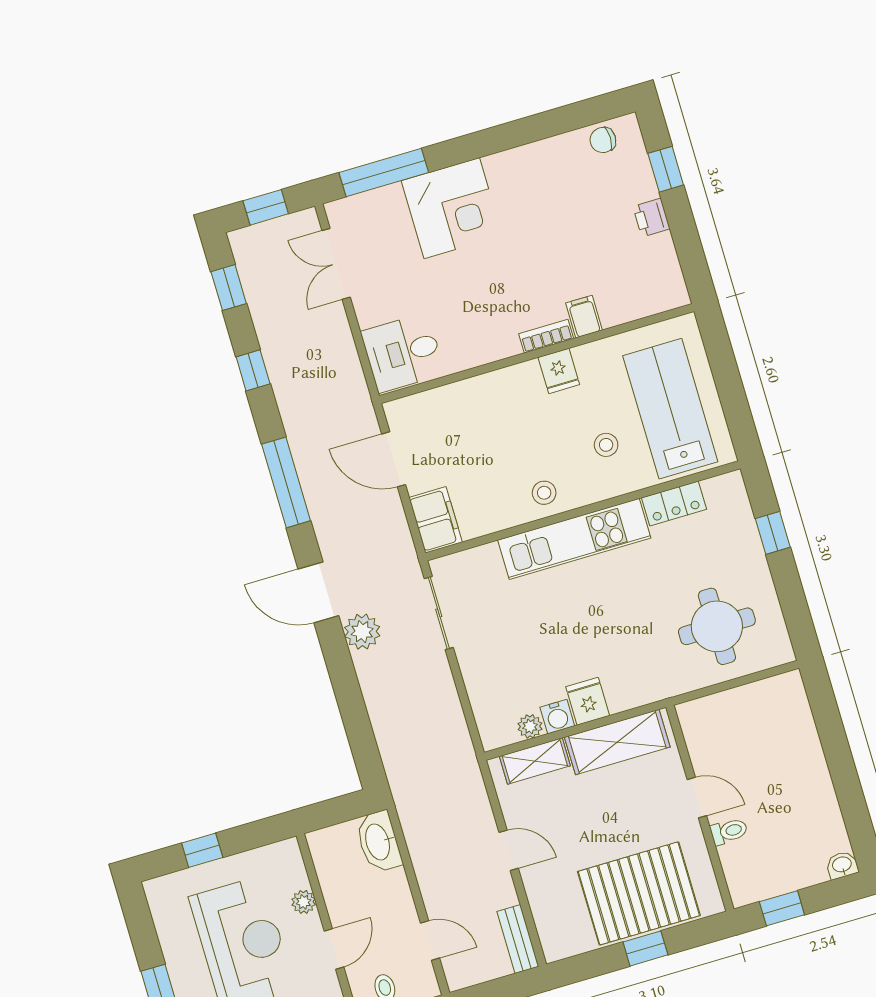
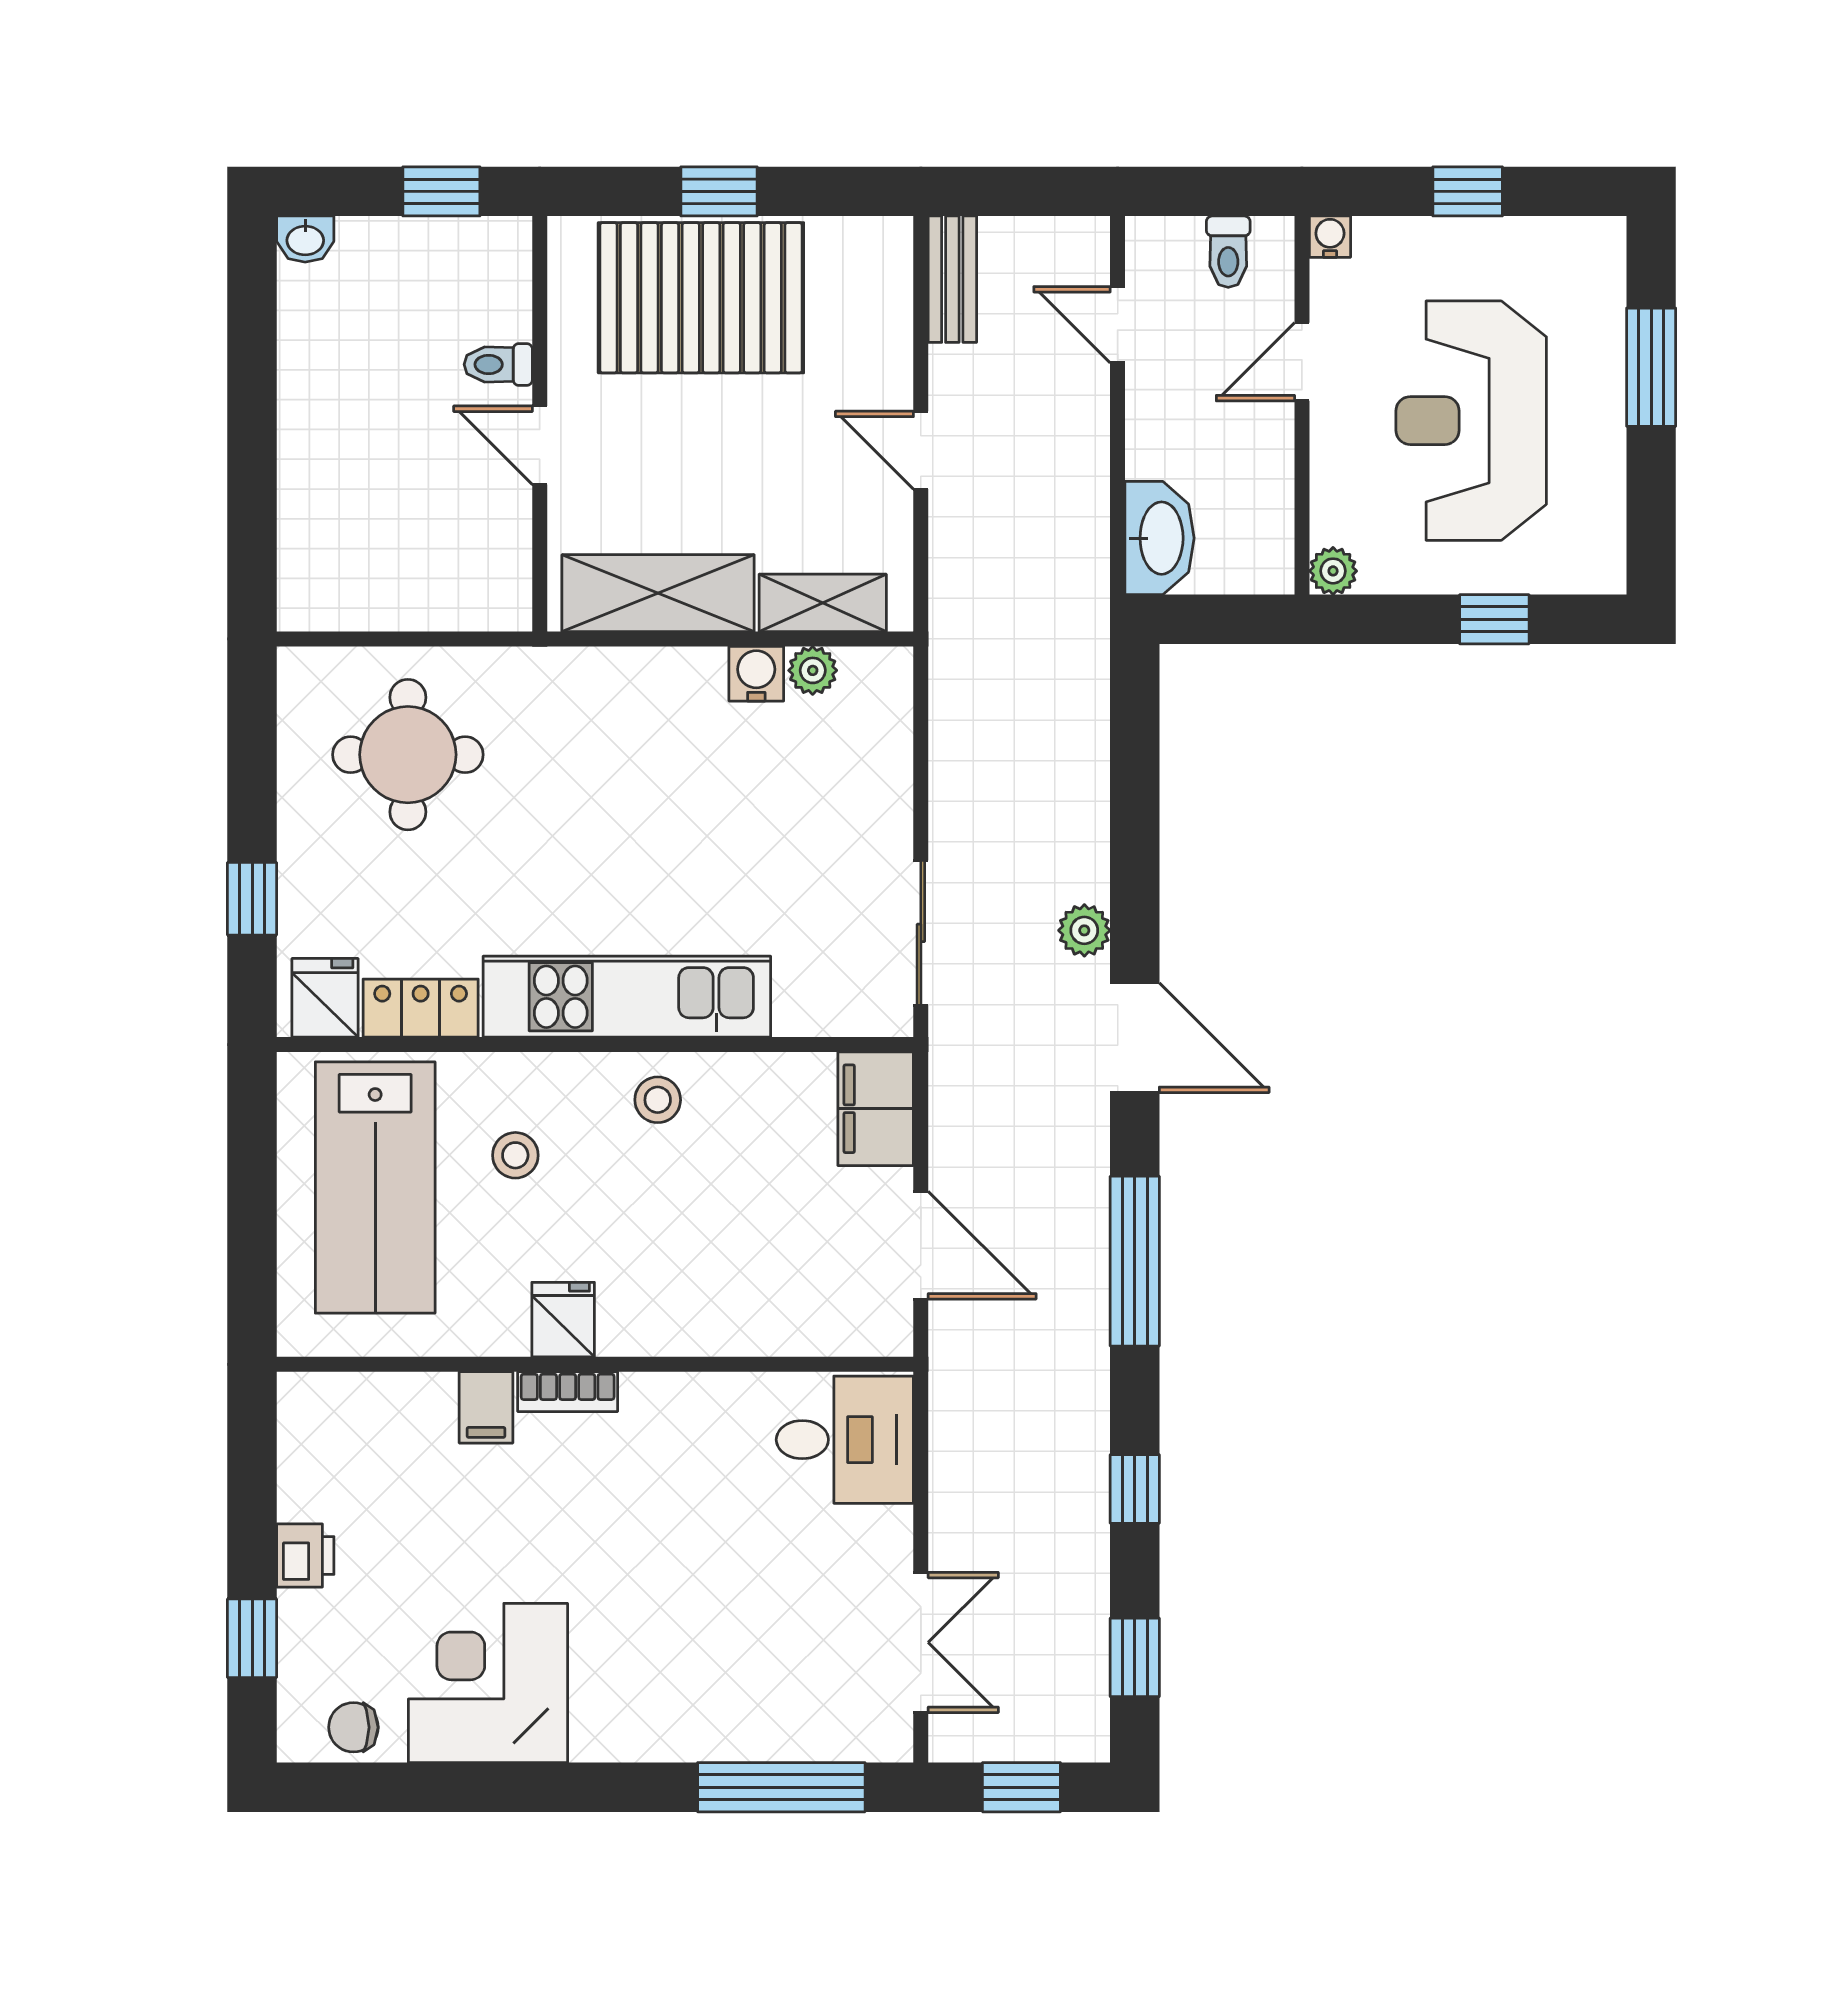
chair: (603, 140) -> (353, 1727), turned 180
corner desk: (452, 208) -> (488, 1683), moved
plant: (362, 632) -> (1084, 930), width x0.73, depth x0.73
fridge: (588, 701) -> (325, 998), moved, turned 180
plant: (304, 902) -> (1333, 571), moved

